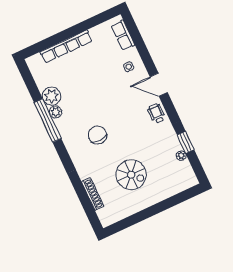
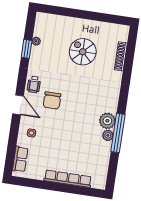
plant: (51, 96) -> (107, 121), moved
chair: (97, 135) -> (52, 100), moved

